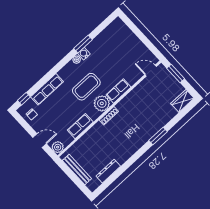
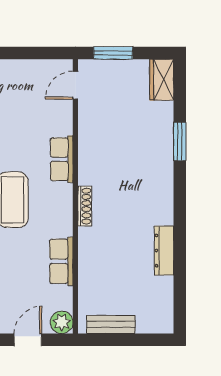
plant: (102, 103) -> (57, 200), removed
window: (158, 136) -> (180, 141), moved
bench: (77, 170) -> (111, 324), width x0.73
dresser: (108, 171) -> (164, 251), moved

